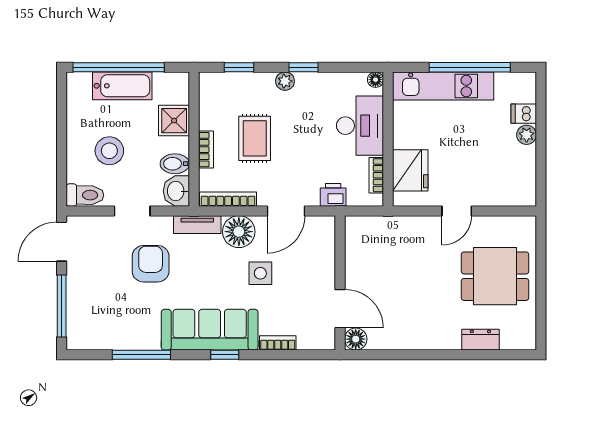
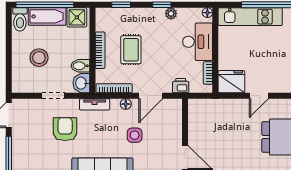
plant: (285, 81) -> (171, 13), moved
shower: (174, 121) -> (77, 17), moved
bookcase: (206, 150) -> (100, 50), width x1.56
fridge: (410, 170) -> (231, 82), moved, turned -90
toilet: (85, 195) -> (20, 19), moved, turned 90
floor lamp: (239, 232) -> (126, 104), width x0.53, depth x0.53

